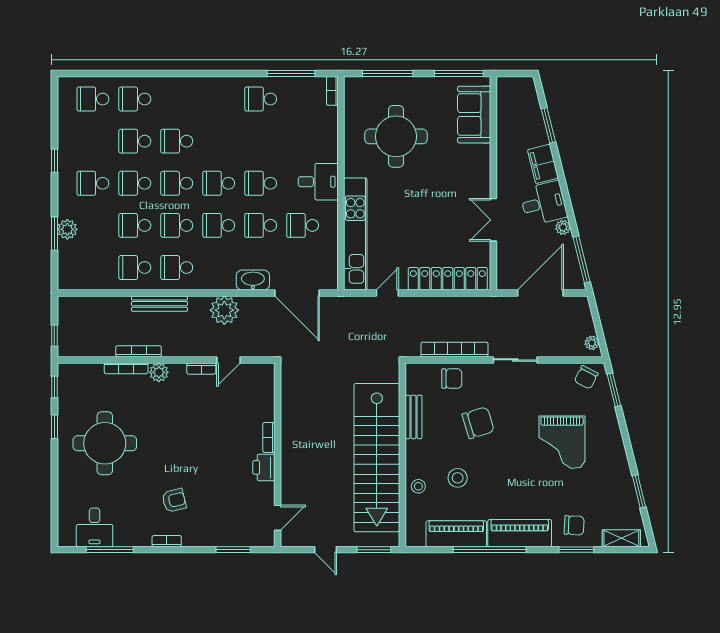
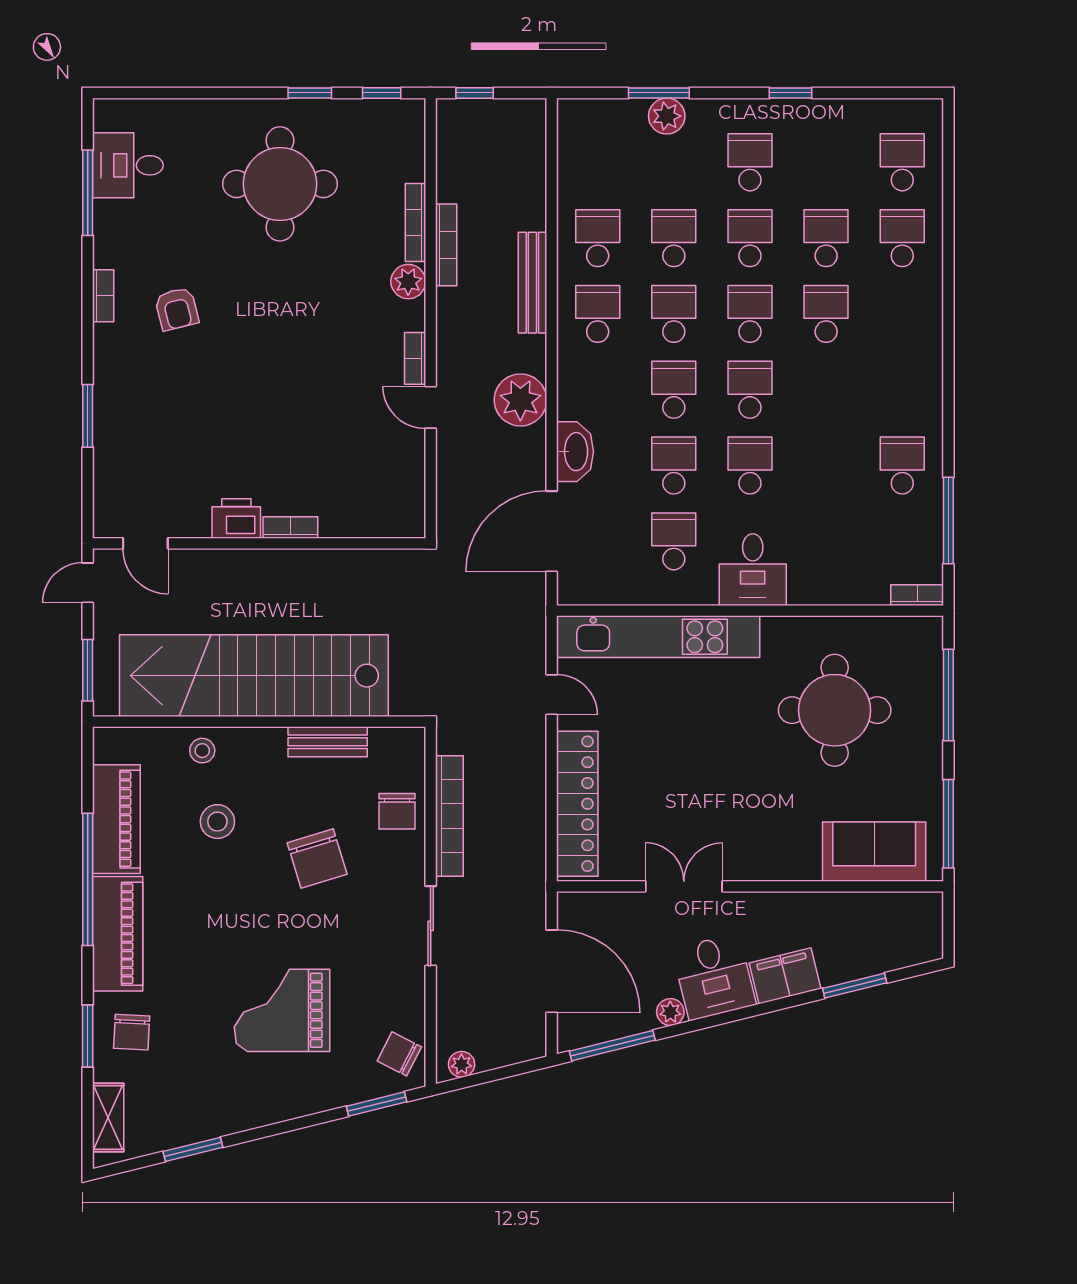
bookcase: (269, 438) -> (290, 528), moved
wall: (278, 455) -> (259, 543), moved
printer: (264, 467) -> (236, 518), moved
door: (278, 518) -> (145, 543), moved

